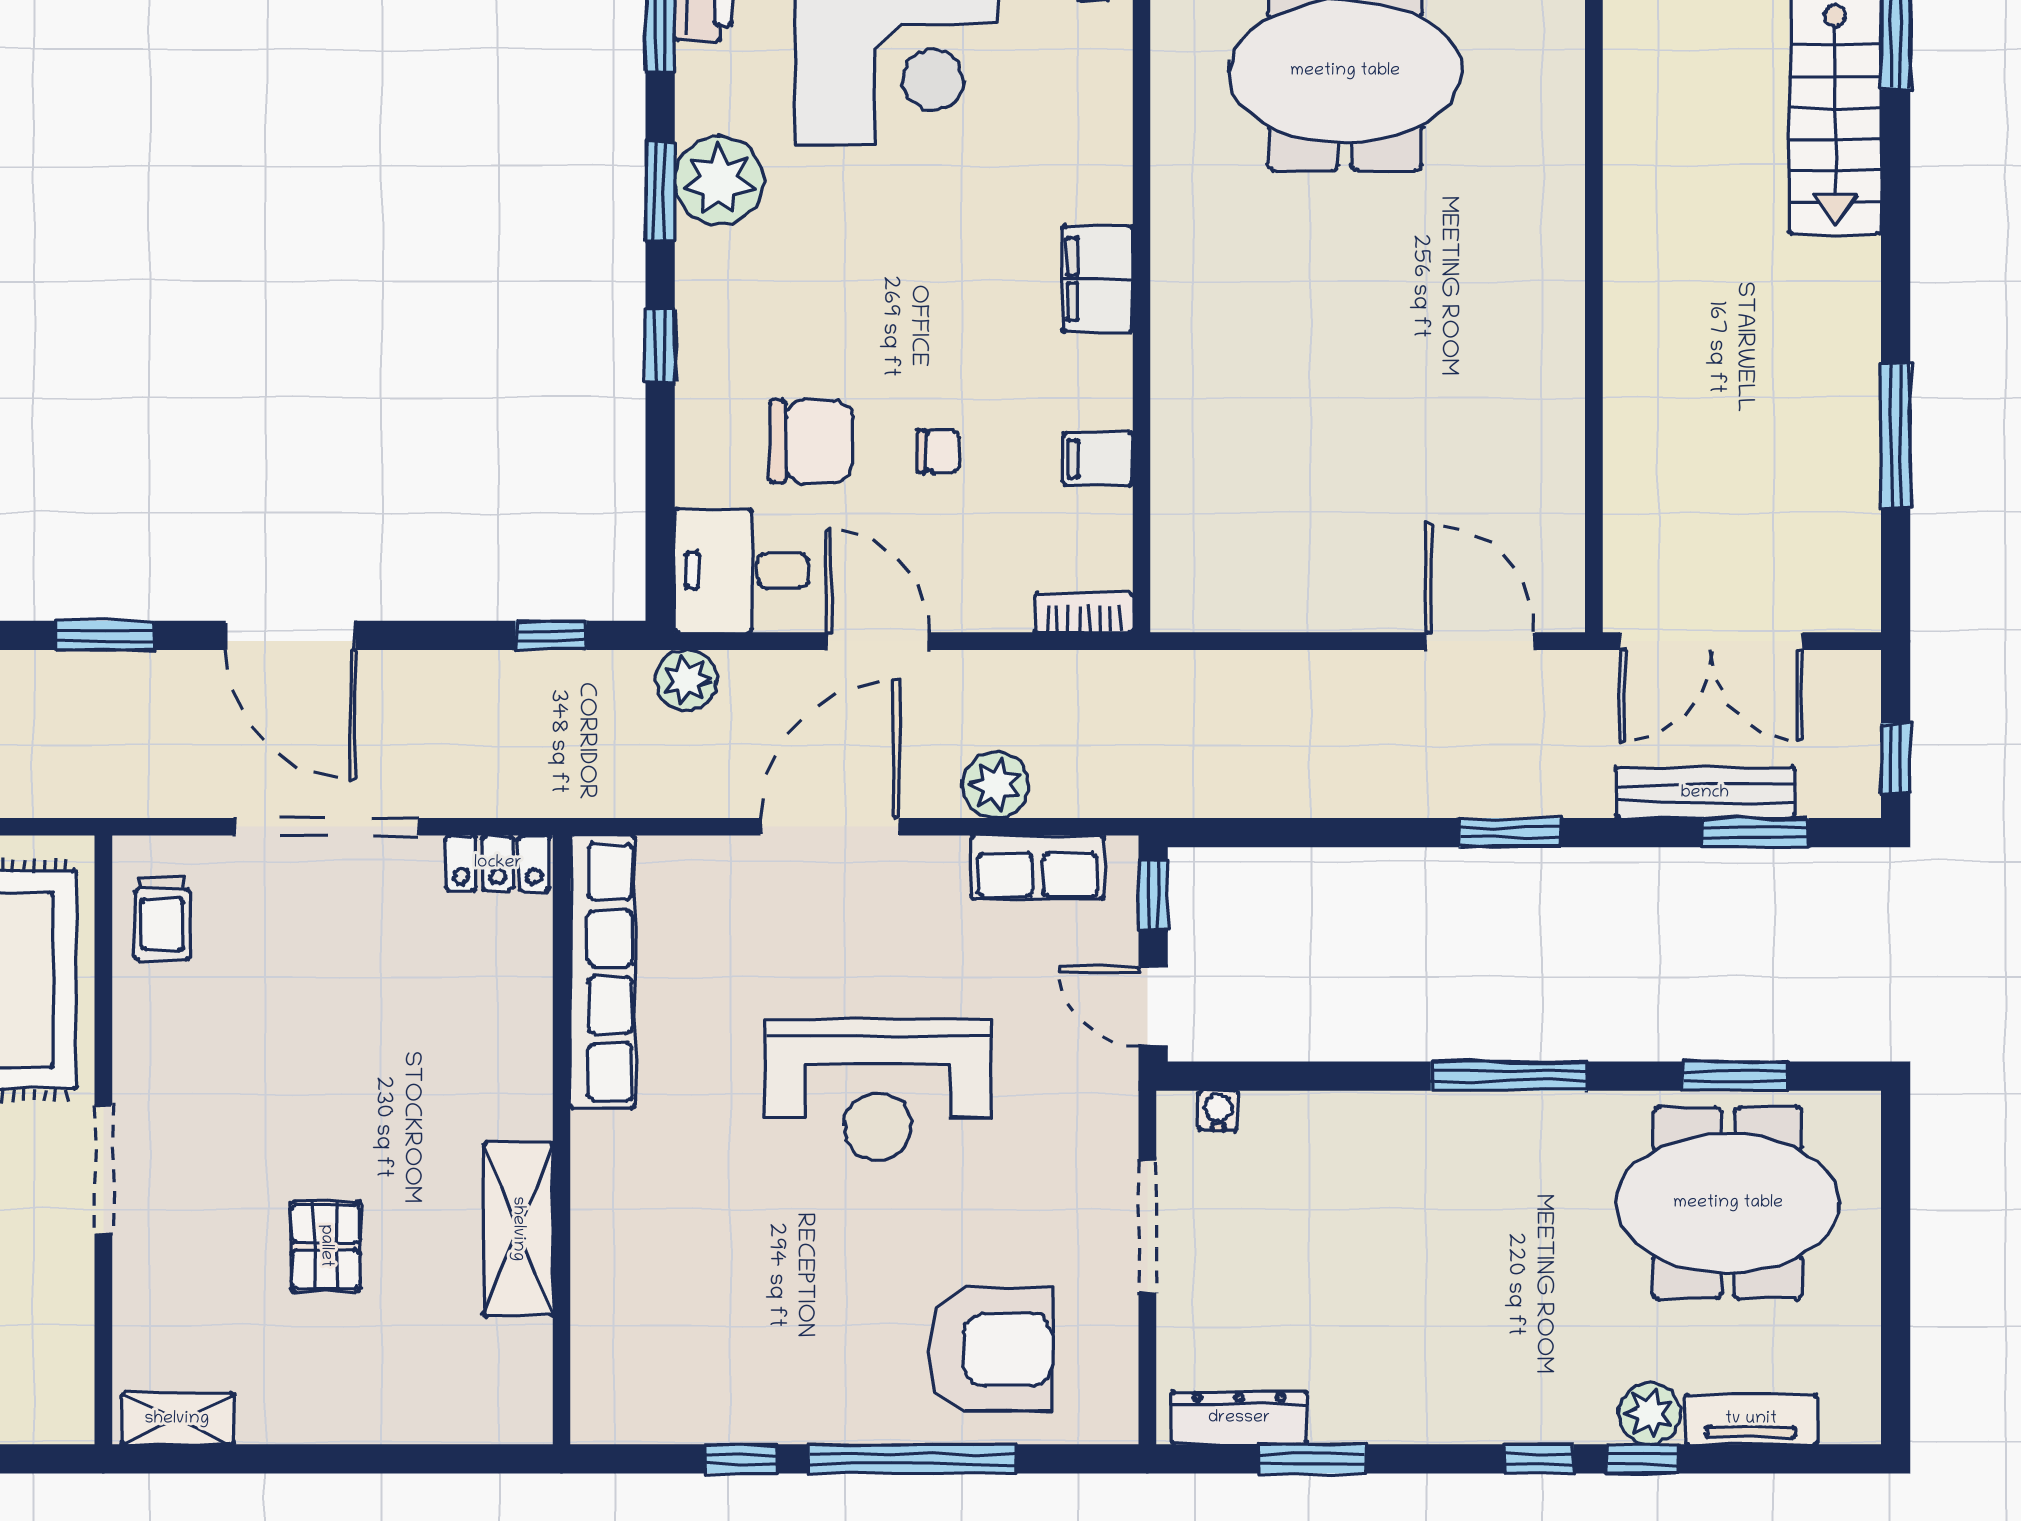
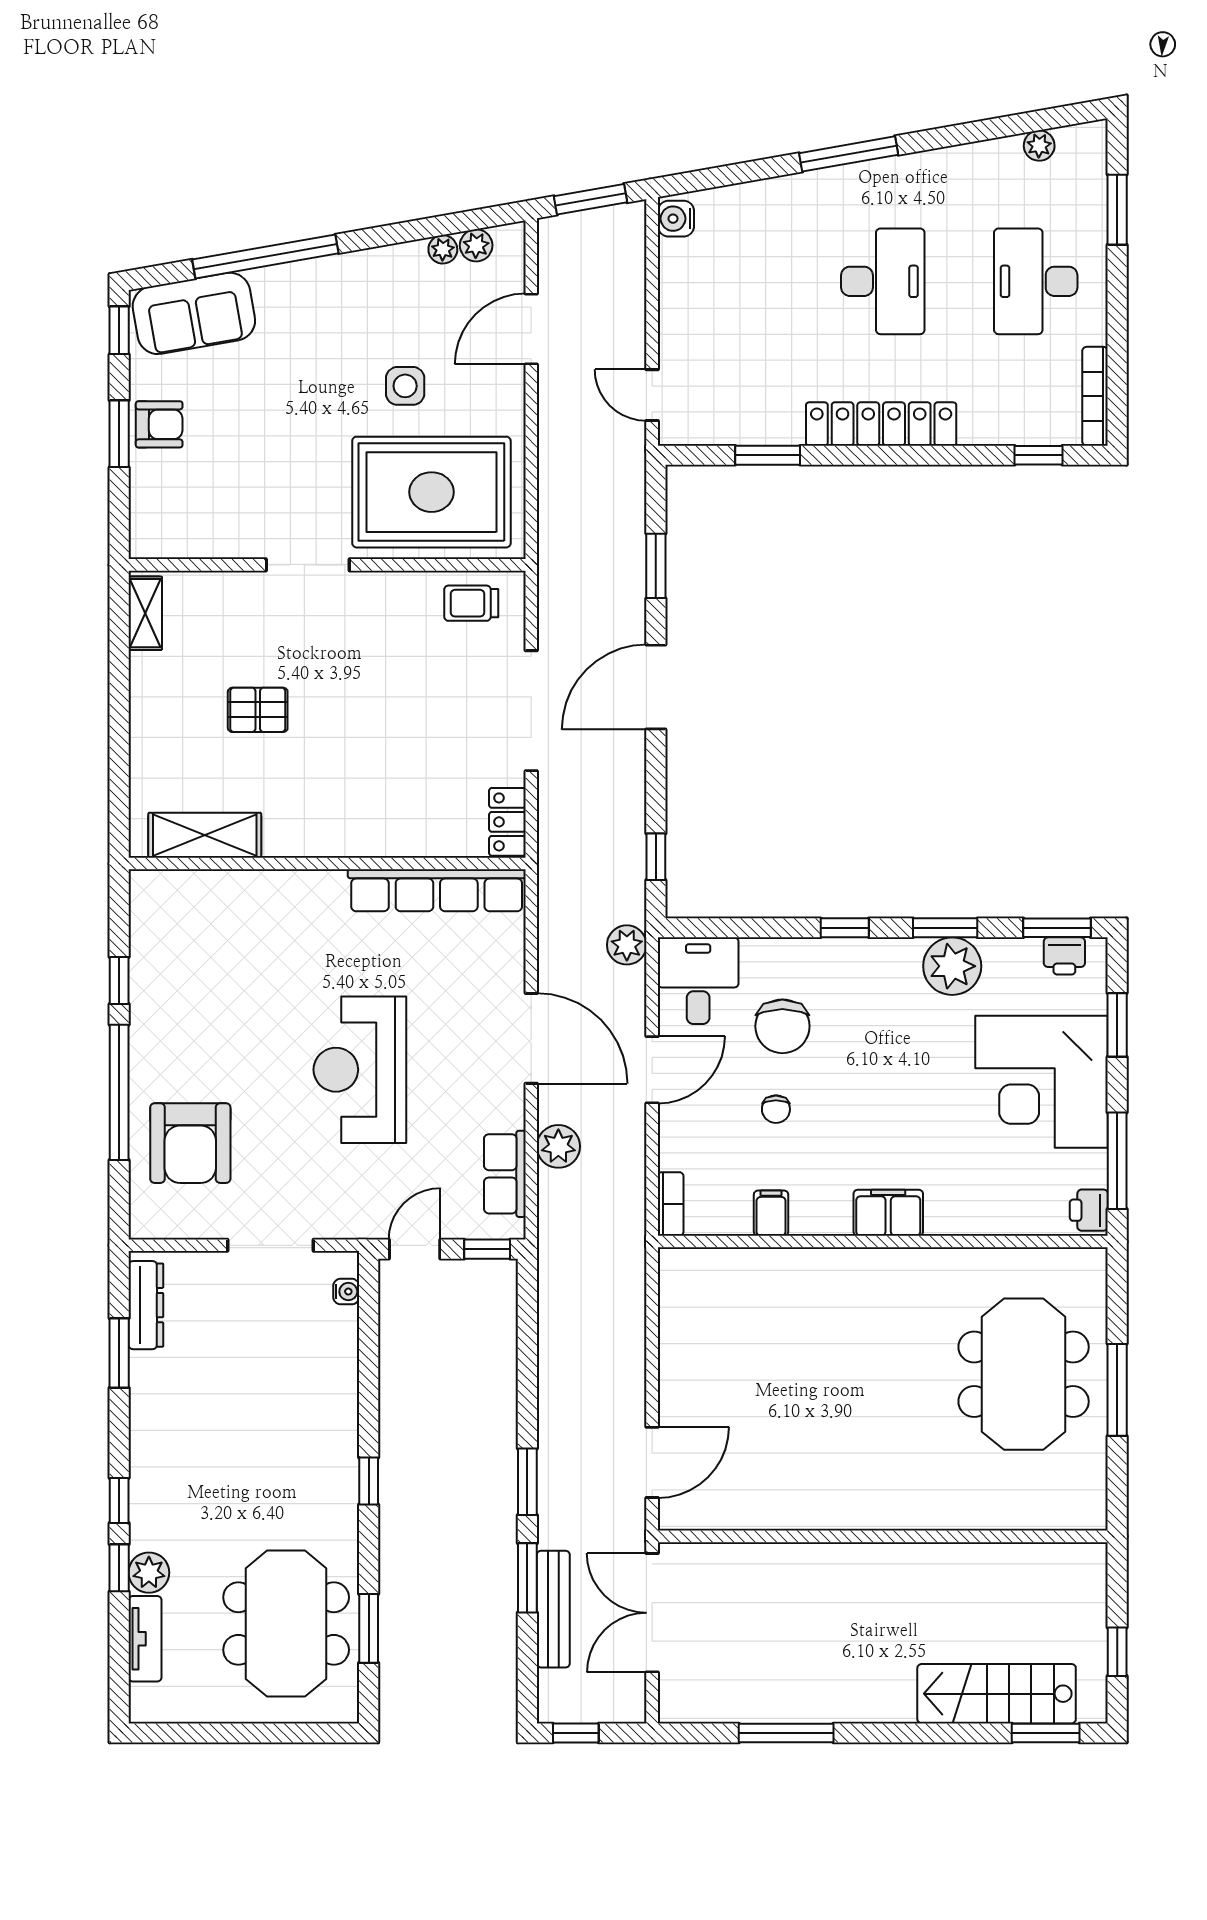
window: (1755, 833) -> (527, 1578), moved
window: (1509, 1076) -> (369, 1481), width x0.46
shelving: (518, 1229) -> (205, 835), moved

